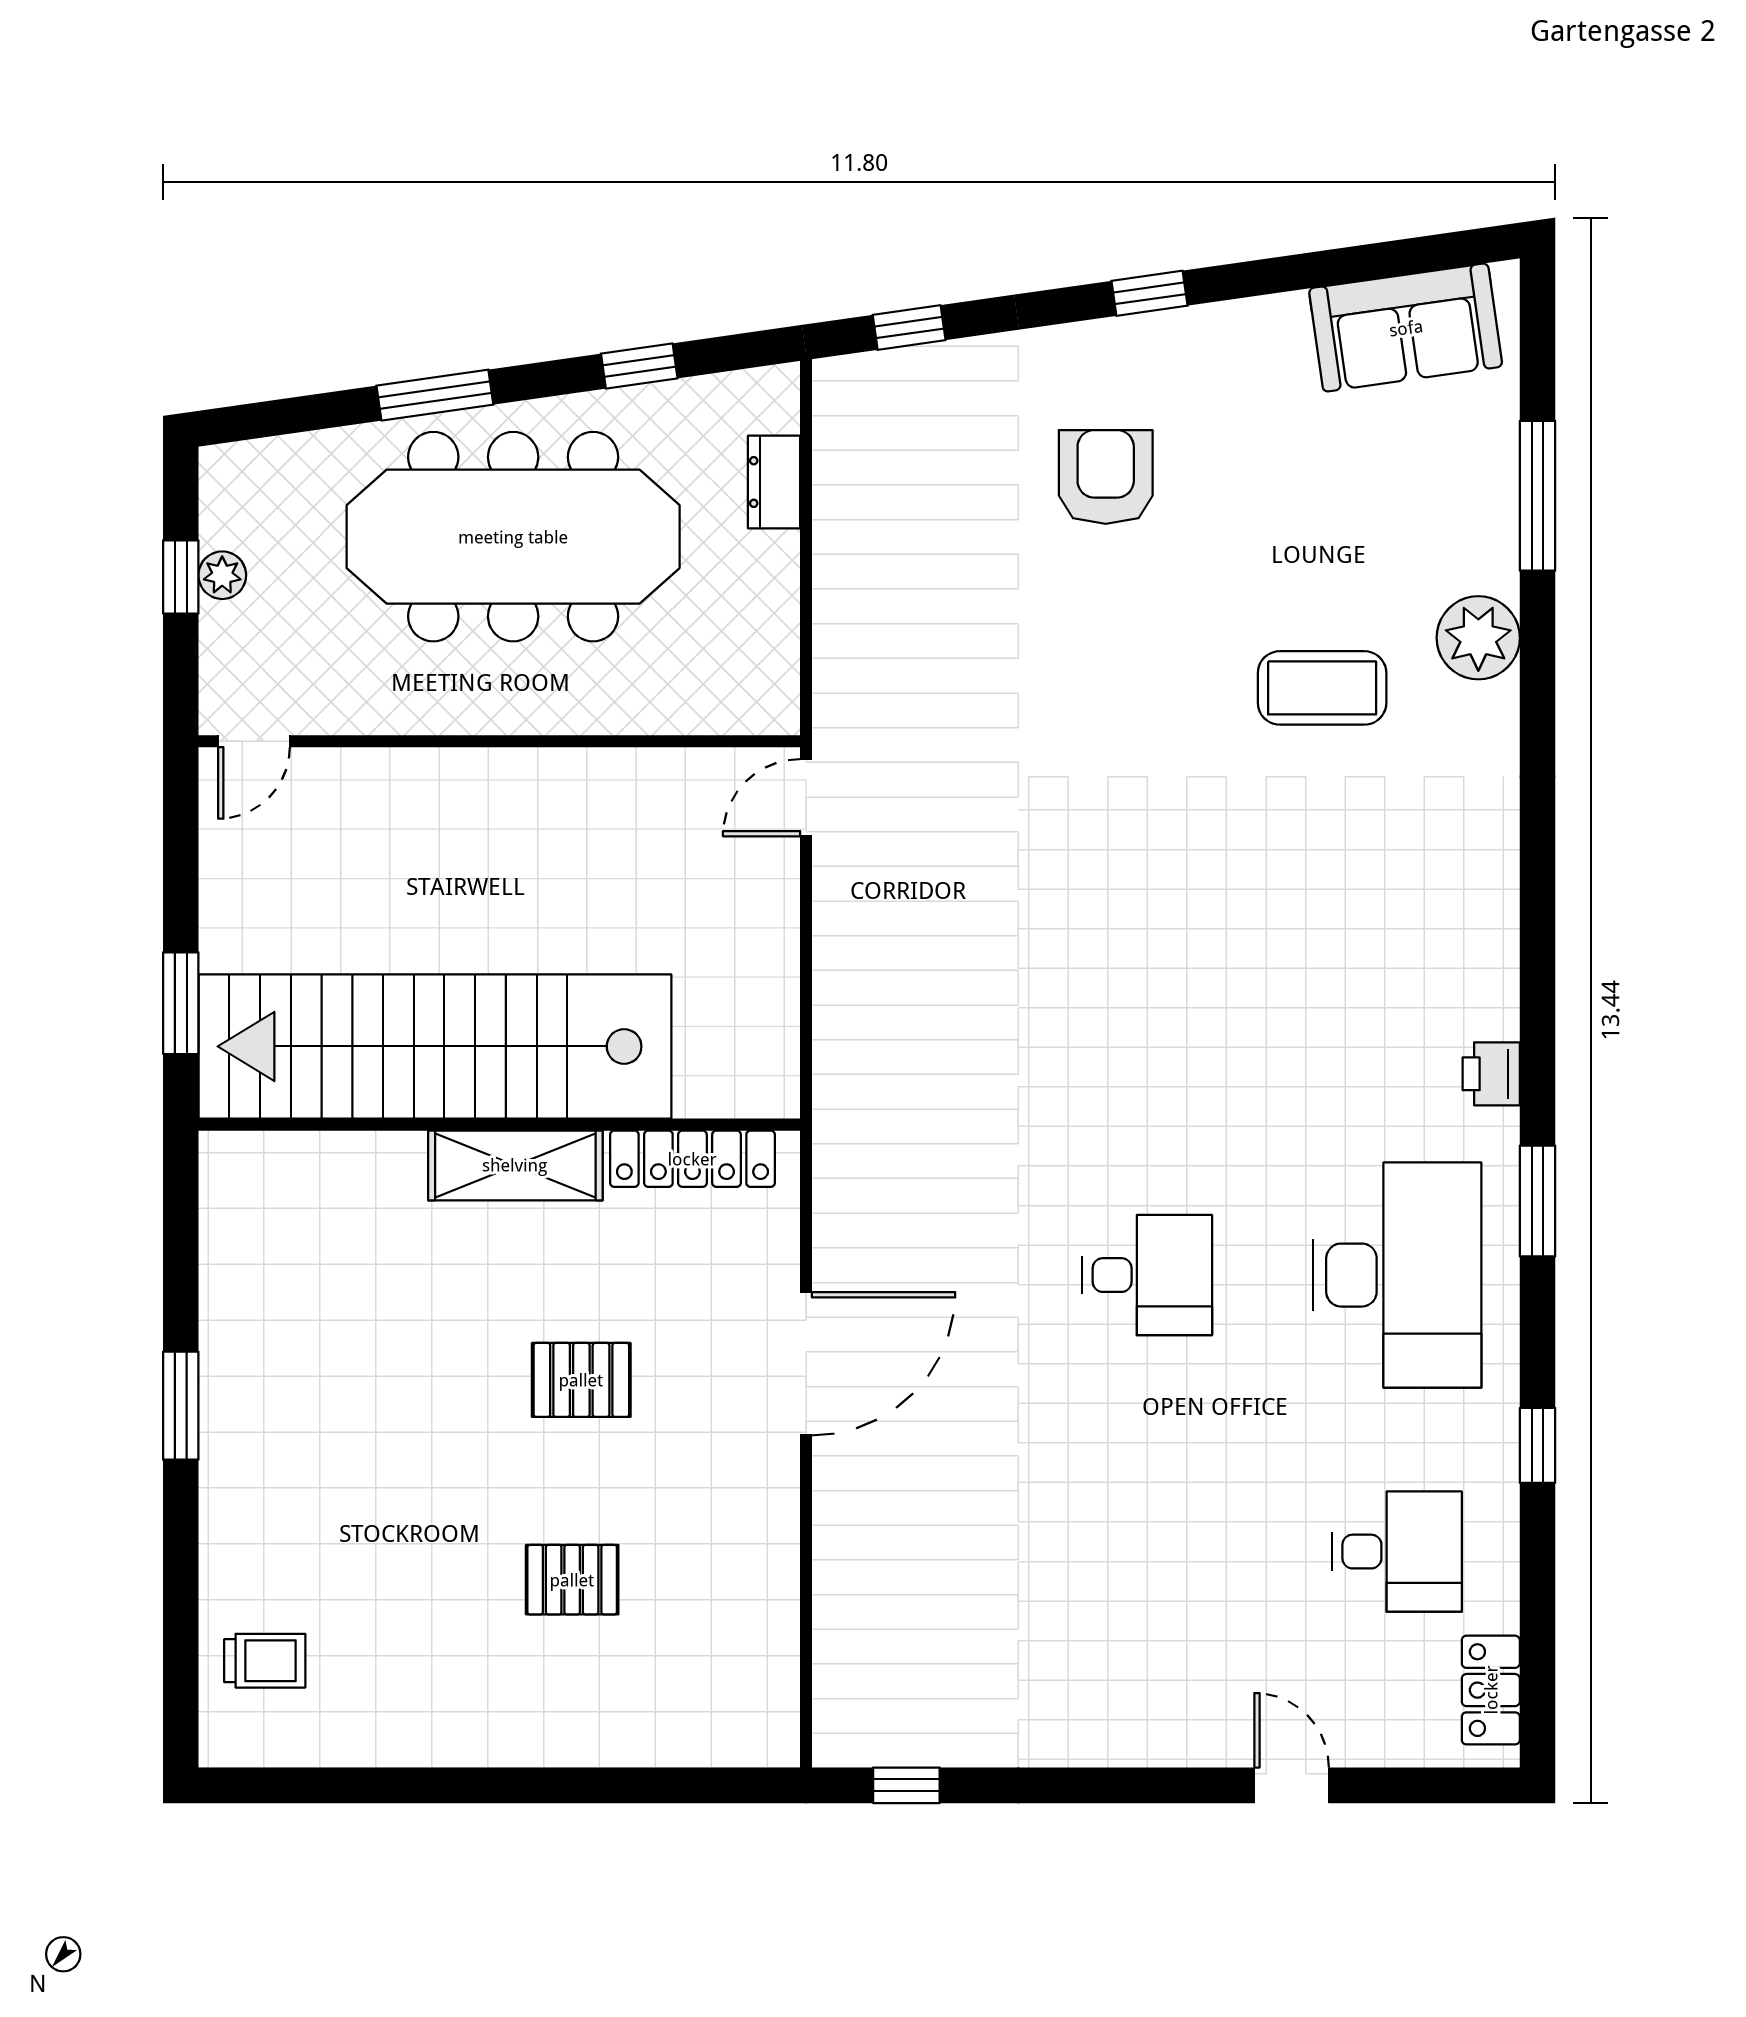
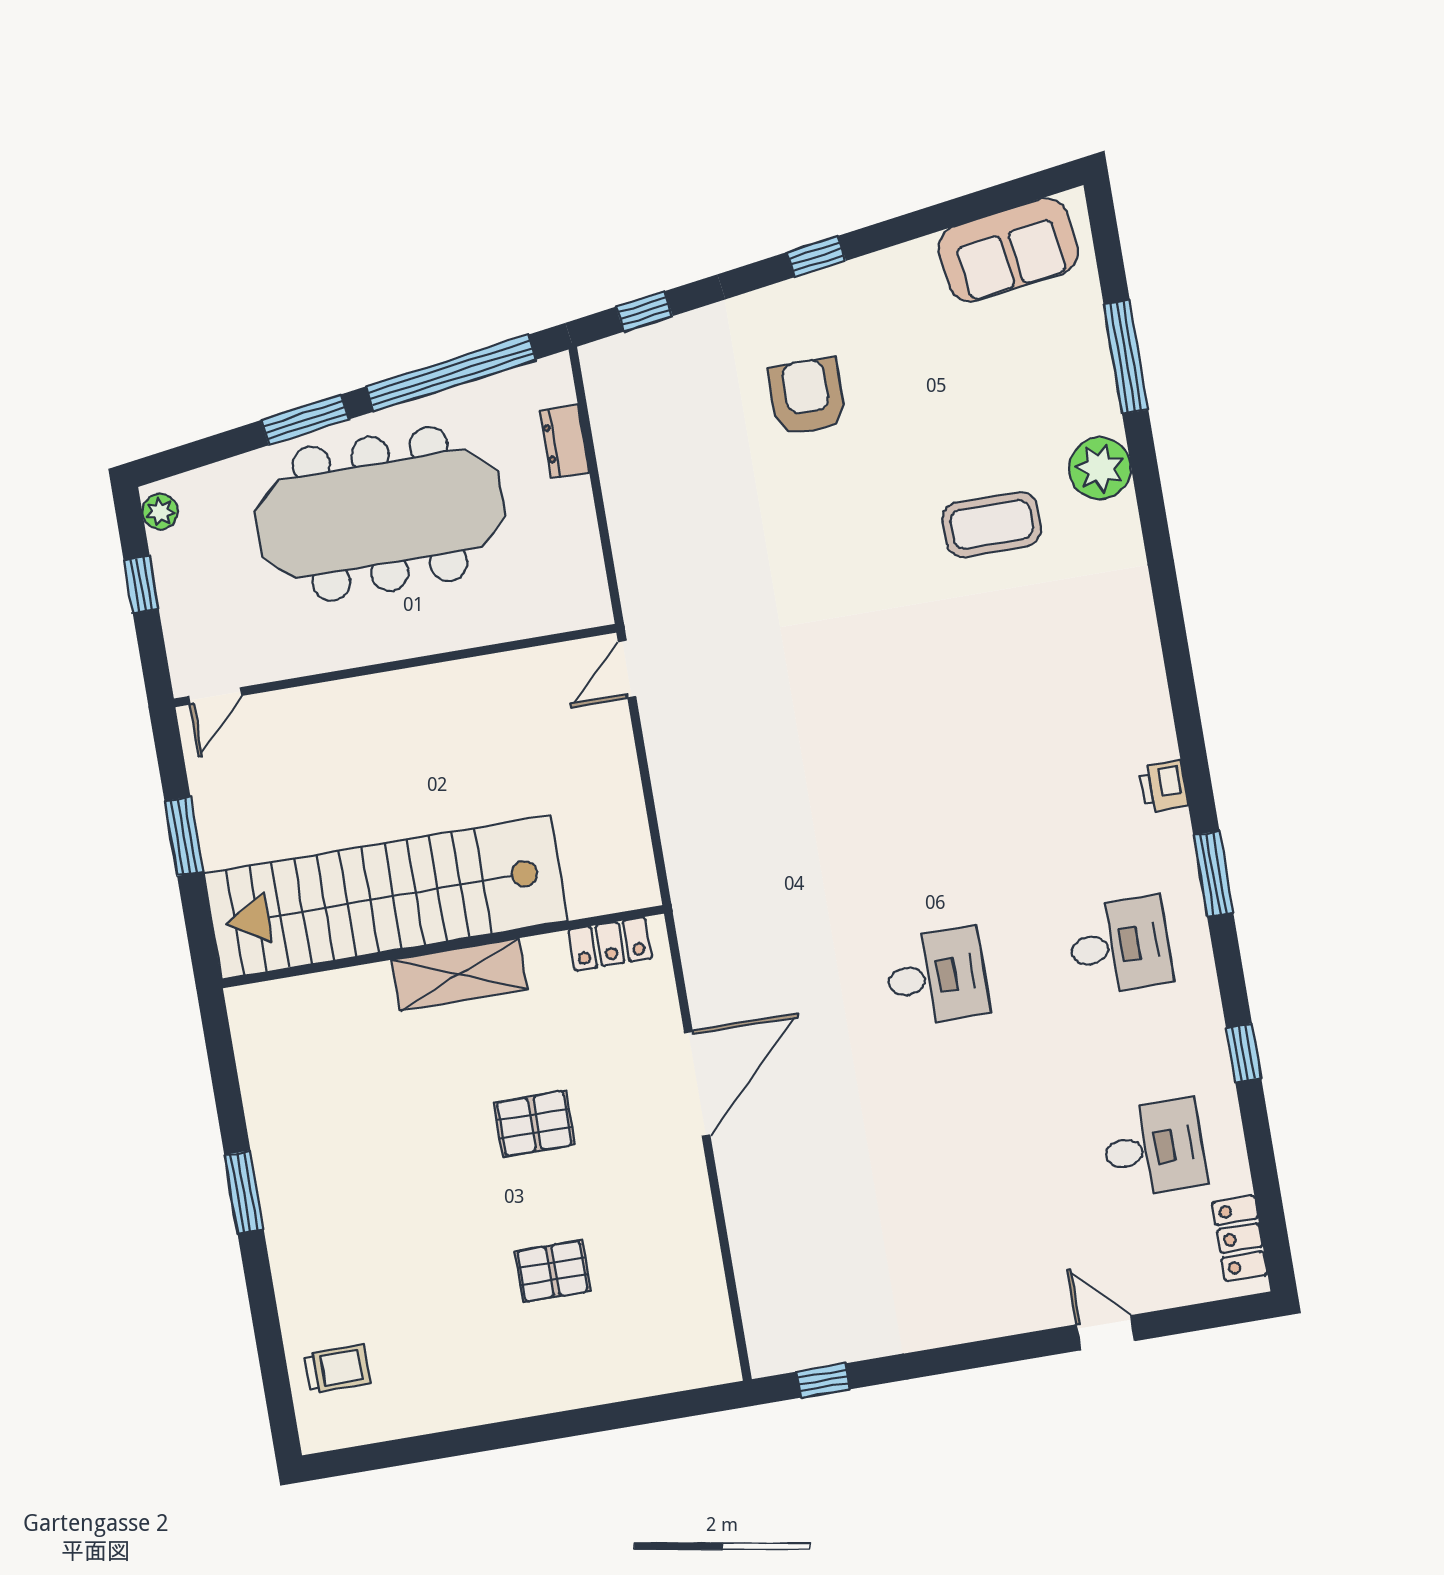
window: (639, 366) -> (451, 373), width x3.17
plant: (222, 575) -> (160, 512), moved
window: (181, 1003) -> (184, 836), moved
locker: (692, 1159) -> (610, 944), width x0.66
desk: (1397, 1275) -> (1119, 946), width x0.53, depth x0.77

